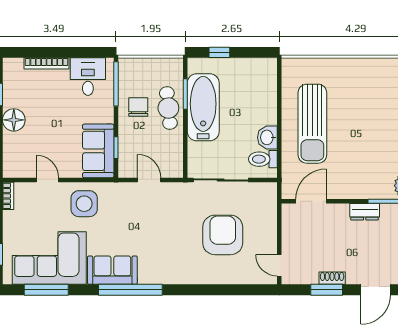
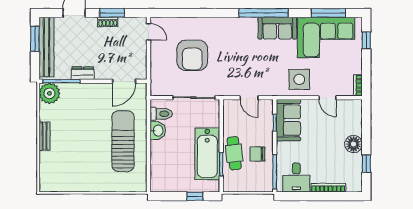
chair: (138, 107) -> (257, 154), turned 90

